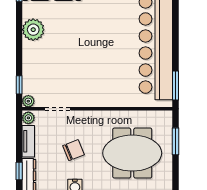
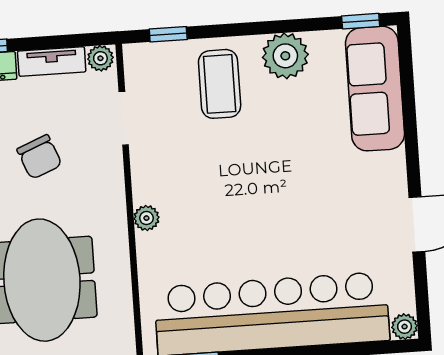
coffee table: (44, 62) -> (220, 84), added
plant: (28, 101) -> (146, 218), moved

